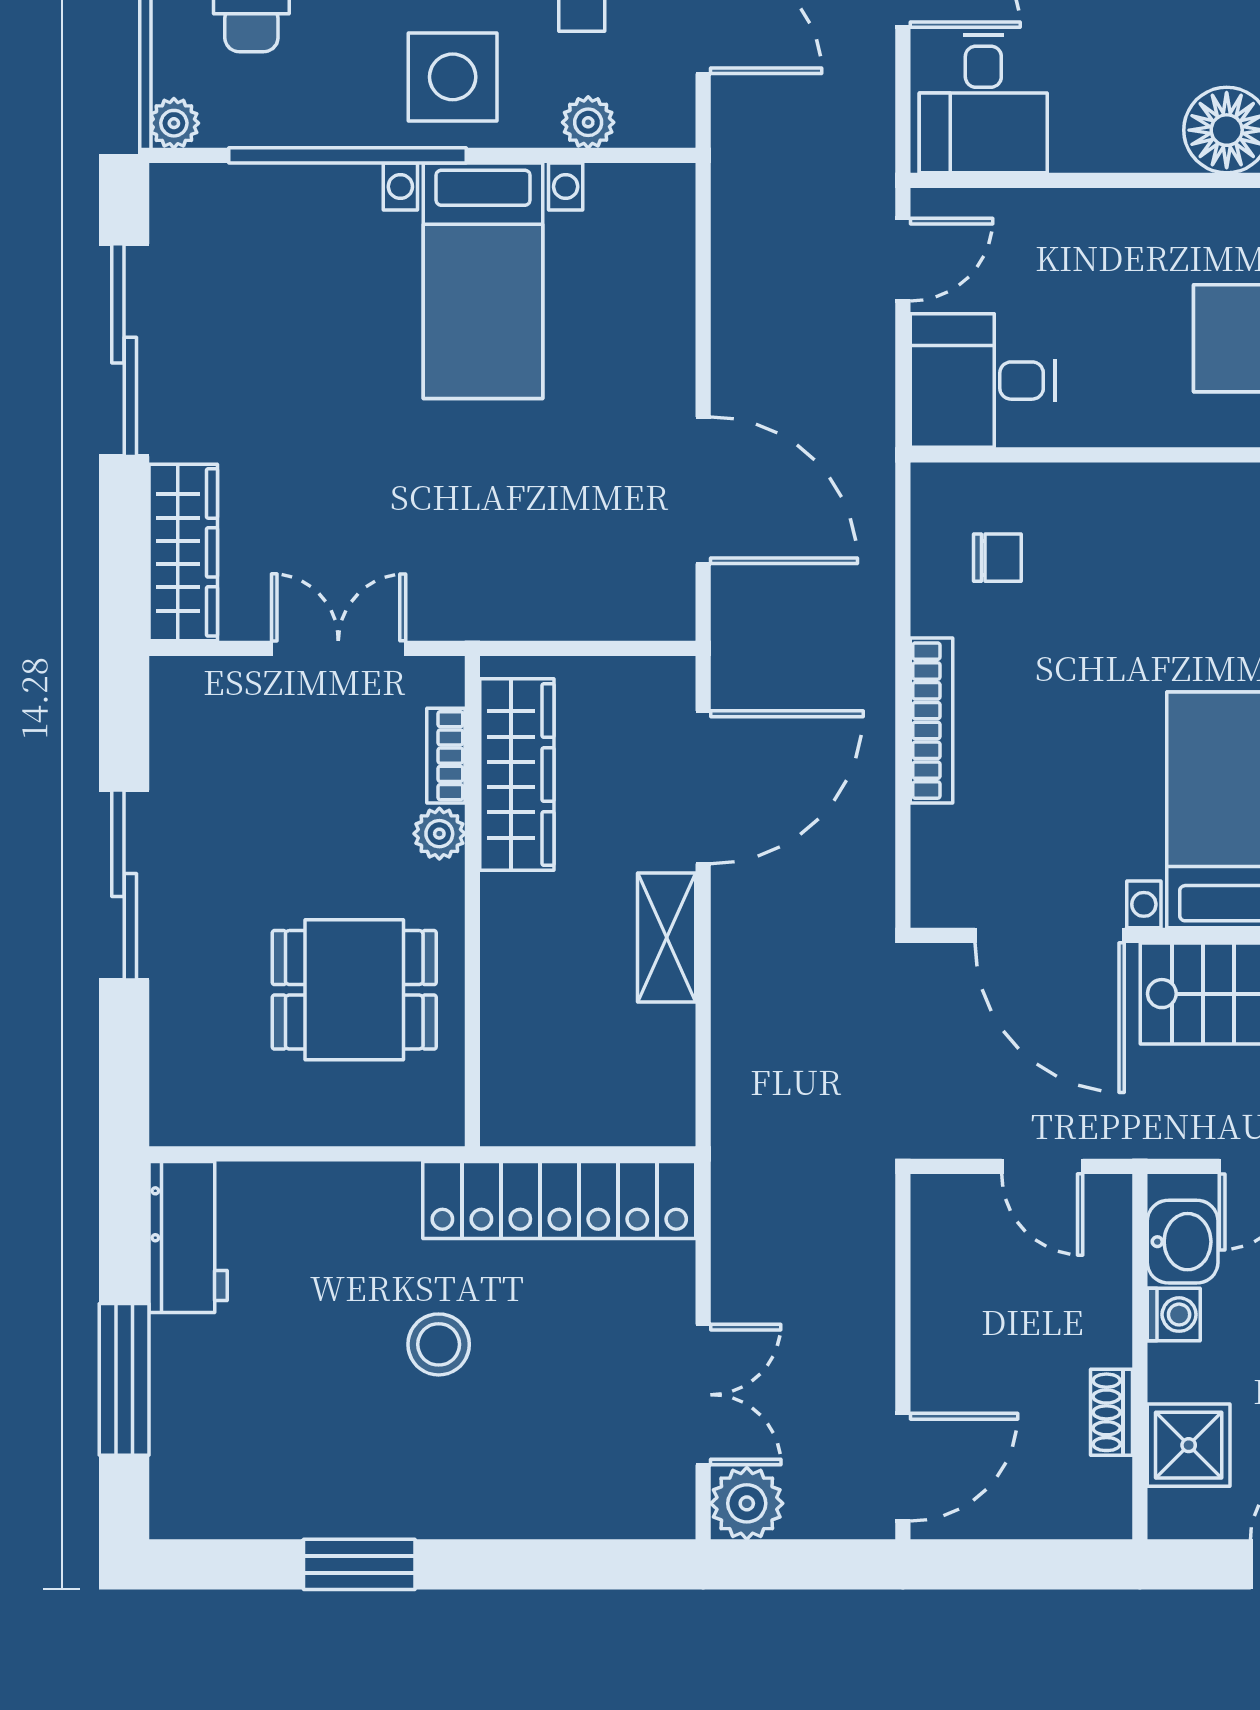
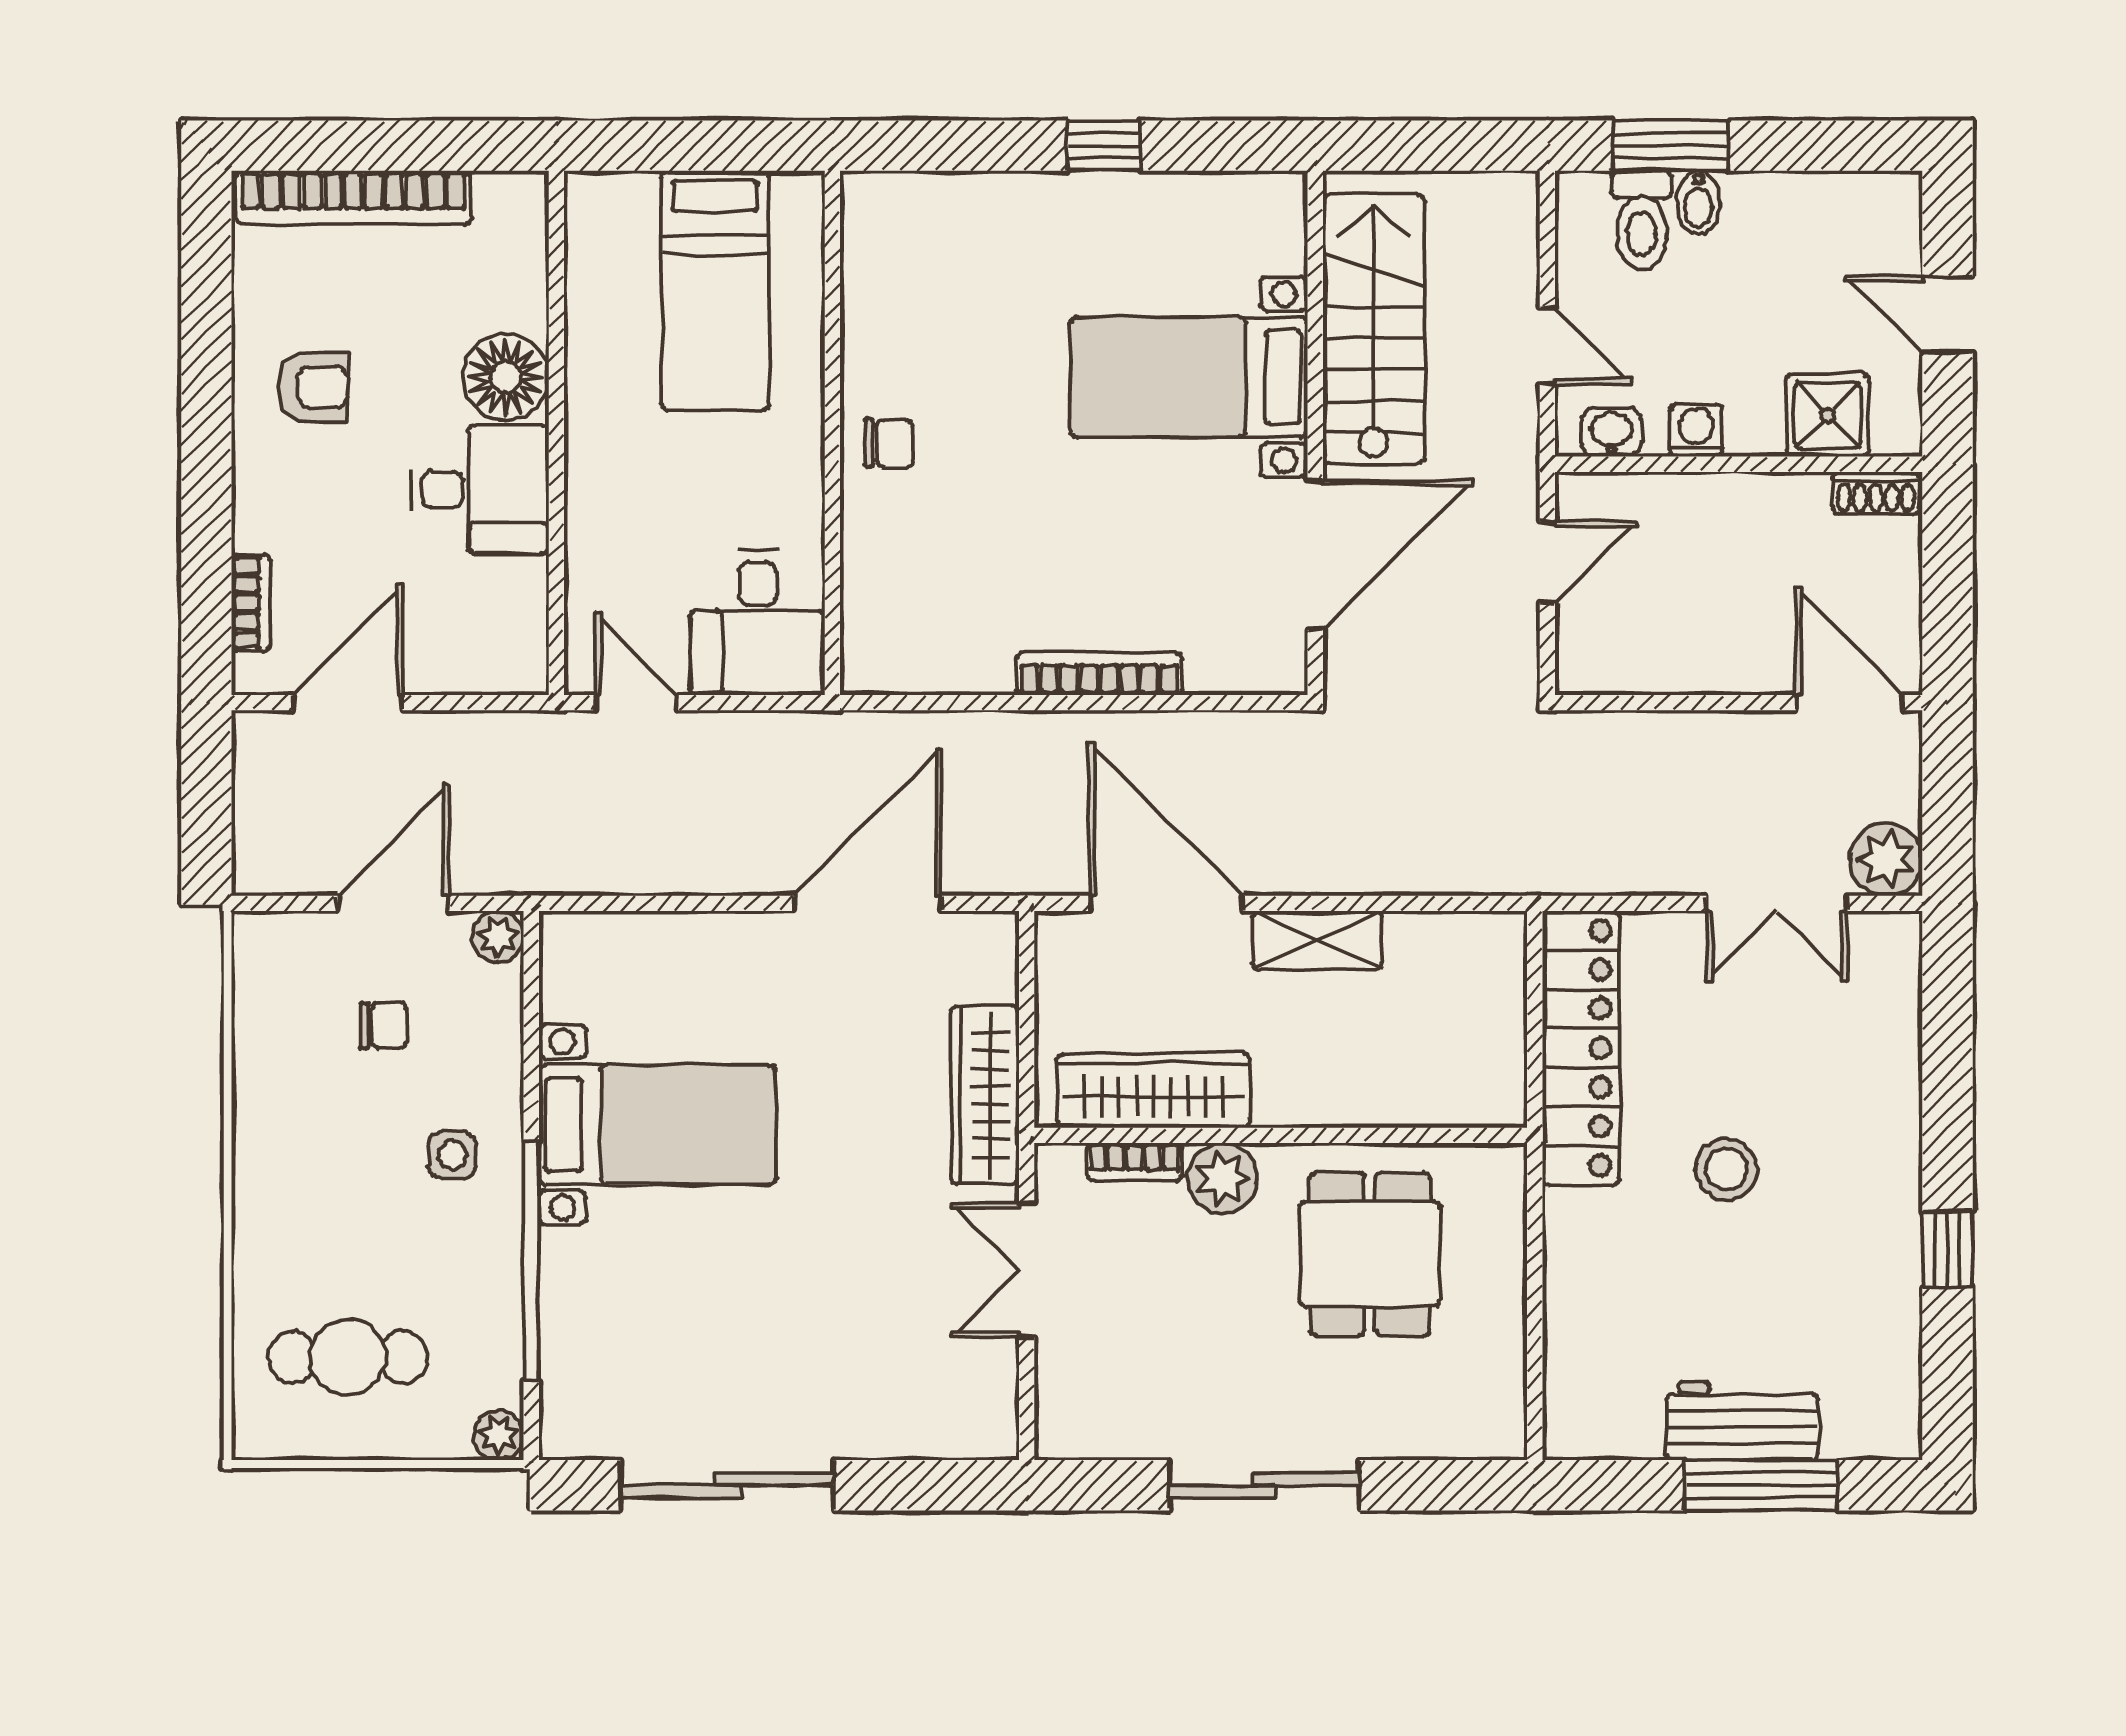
side table: (453, 77) -> (452, 1155), width x0.54, depth x0.54
desk: (983, 104) -> (479, 489), moved
plant: (588, 122) -> (498, 937), moved
wardrobe: (183, 552) -> (985, 1095), moved, turned -90
chair: (997, 558) -> (889, 443), moved, turned 90
plant: (439, 834) -> (1222, 1178), width x1.38, depth x1.38
workbench: (188, 1237) -> (1743, 1421), moved
washbasin: (1183, 1242) -> (1611, 432), width x0.72, depth x0.69
double door: (703, 1395) -> (1777, 903), swing flipped
shoe rack: (1112, 1412) -> (1876, 493), moved
window: (359, 1564) -> (1947, 1249), width x0.67

